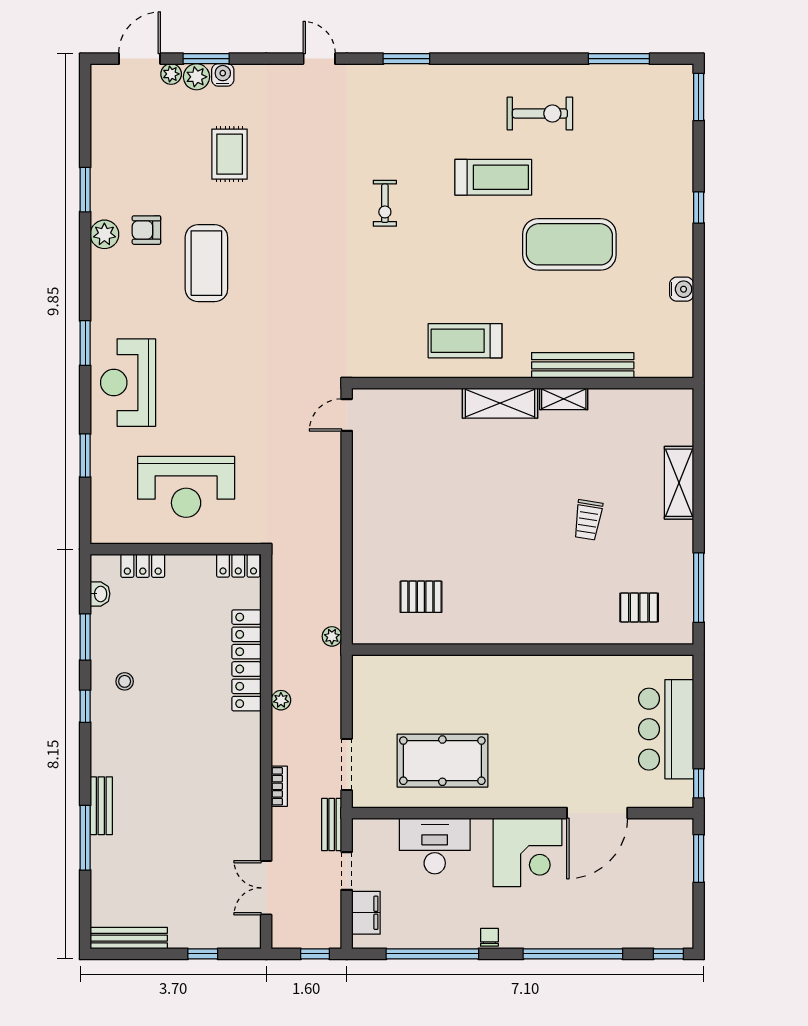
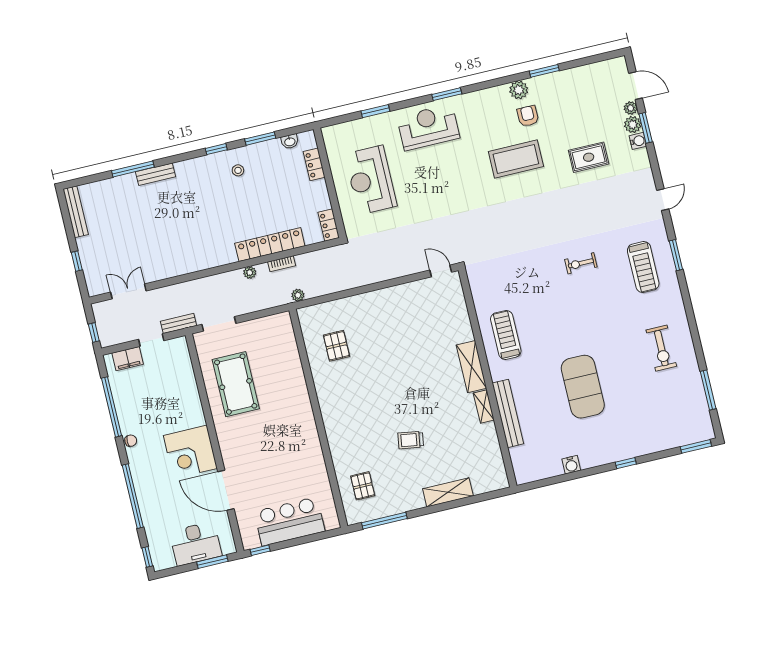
treadmill: (493, 177) -> (643, 267), moved
bookcase: (279, 786) -> (282, 264), moved
desk: (435, 846) -> (196, 544), moved, turned 90

